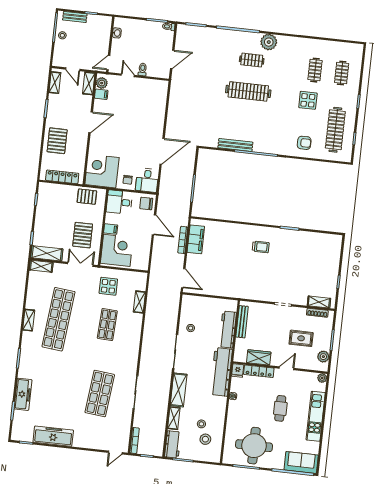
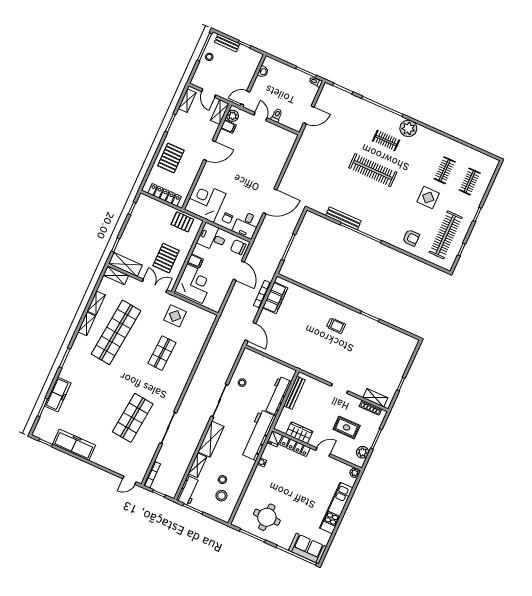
shelving: (139, 302) -> (96, 303), moved
cafe table: (280, 408) -> (304, 489), removed
round table: (254, 446) -> (267, 517), width x0.73, depth x0.73

